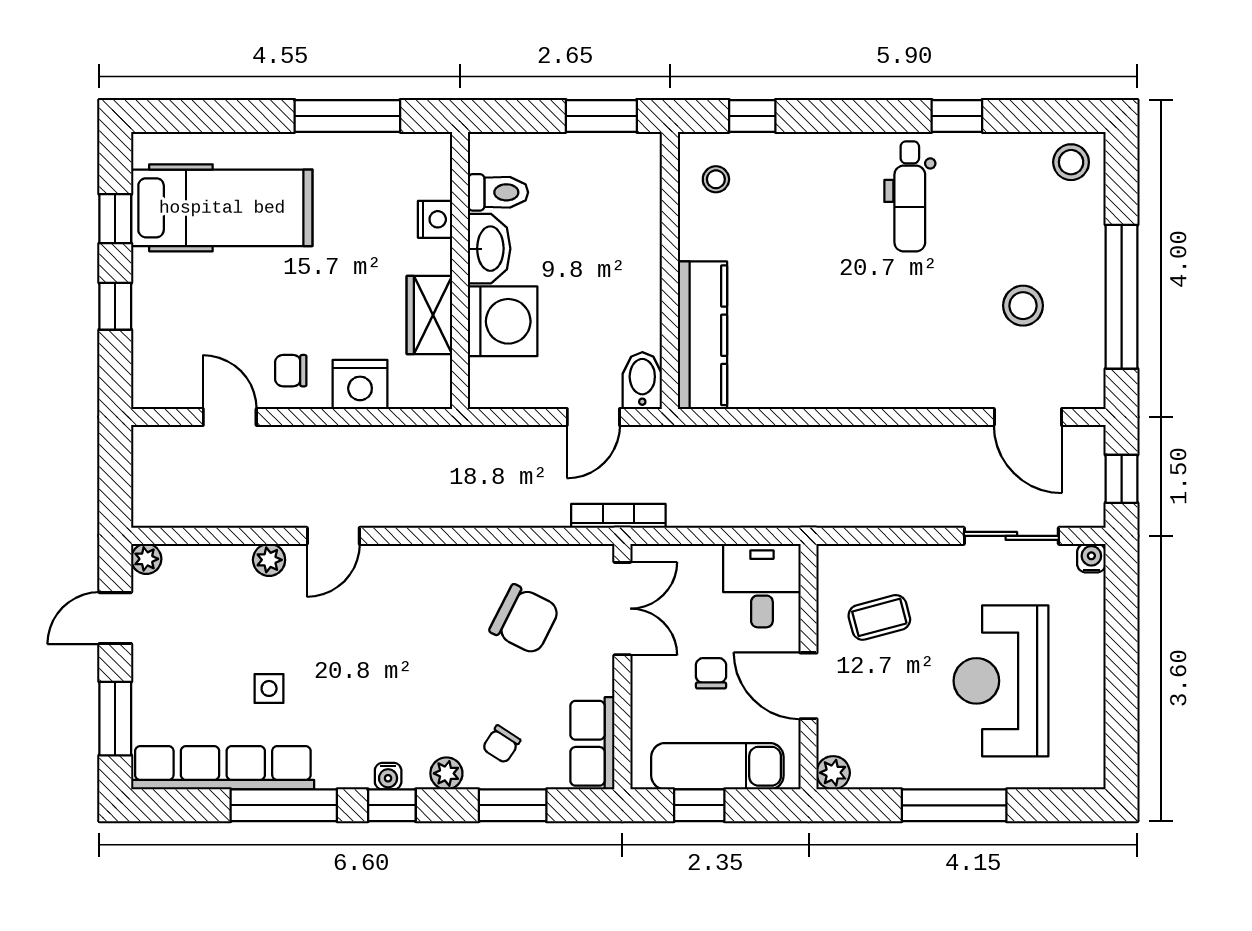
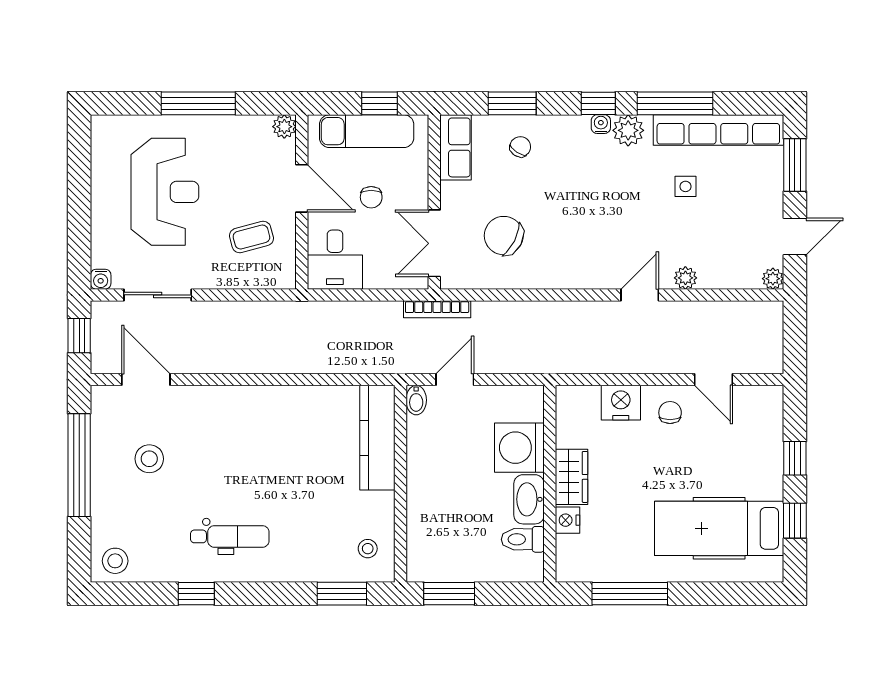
window: (752, 116) -> (342, 594), width x1.50
dental chair: (910, 196) -> (230, 536), turned 90
wardrobe: (429, 315) -> (571, 477), moved
chair: (291, 371) -> (670, 413), turned -90
bidet: (642, 381) -> (416, 400), width x0.72, depth x0.74
plant: (446, 773) -> (628, 130), moved, width x1.38, depth x1.38

